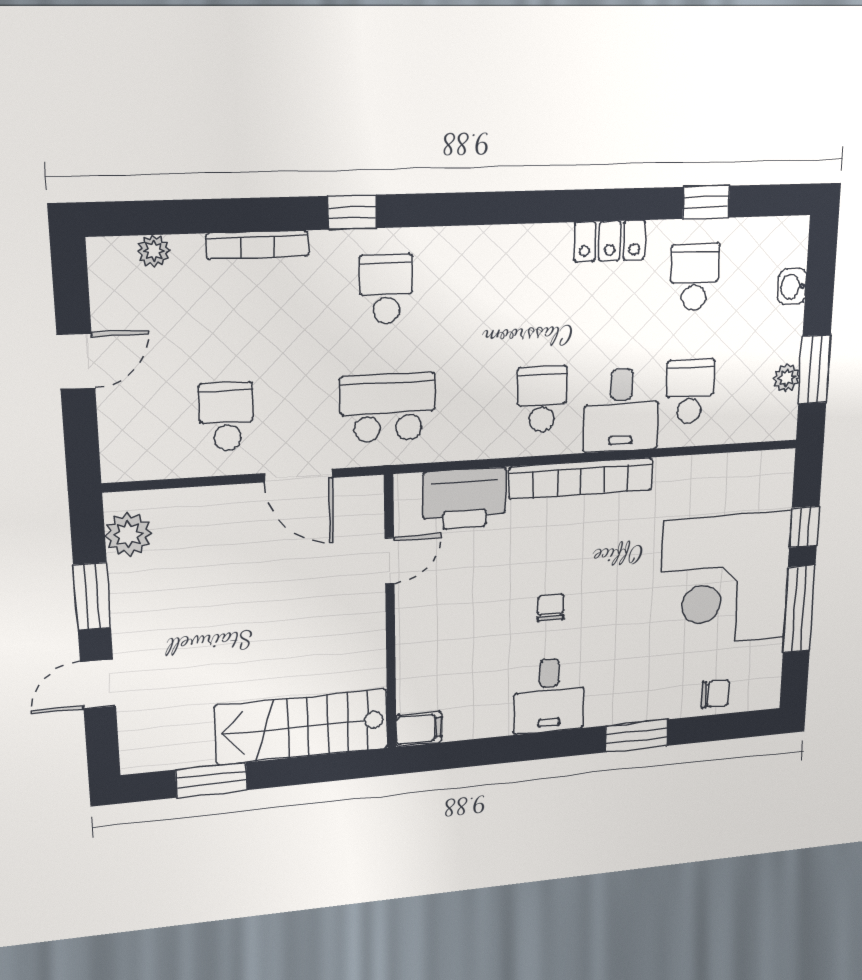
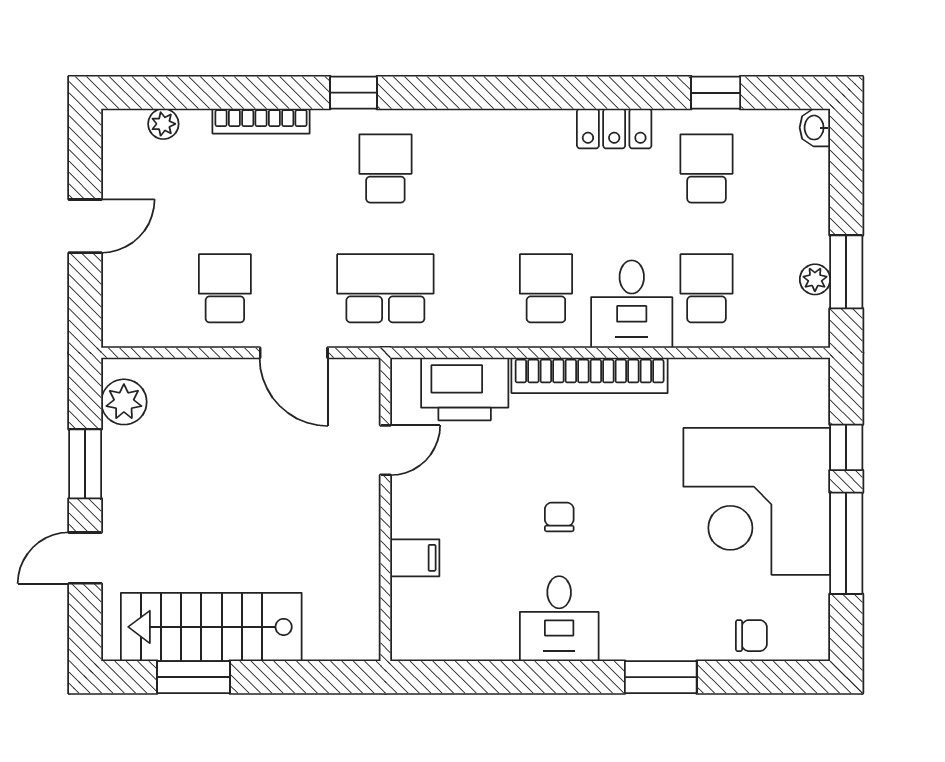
washbasin: (792, 286) -> (815, 128), moved
stairs: (302, 727) -> (211, 627), moved
filing cabinet: (419, 729) -> (415, 558), moved

